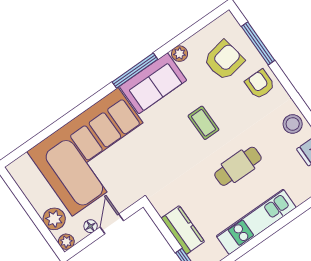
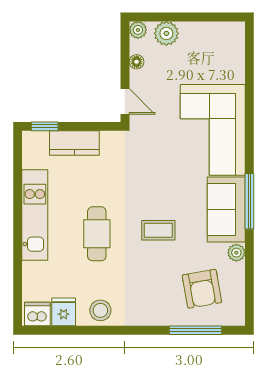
armchair: (260, 84) -> (157, 306), removed
corner sofa: (95, 152) -> (213, 130), width x0.73, depth x0.74
door: (112, 224) -> (125, 101), moved

